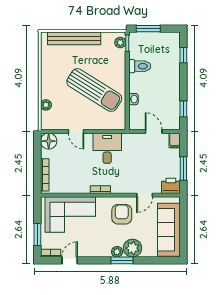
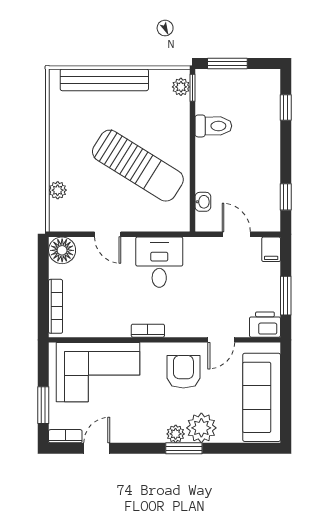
washbasin: (133, 99) -> (203, 202), moved

